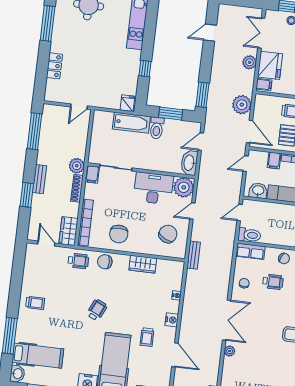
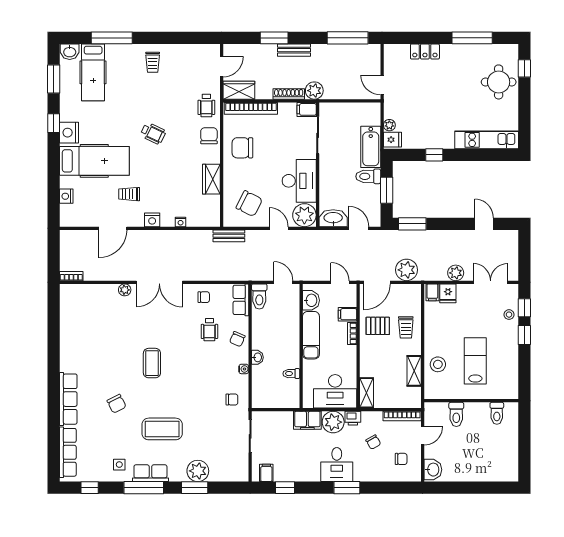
fridge: (270, 65) -> (448, 293), width x0.53, depth x0.75
plant: (115, 104) -> (389, 125), added

